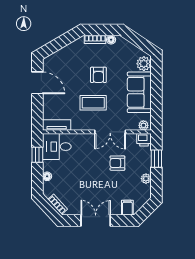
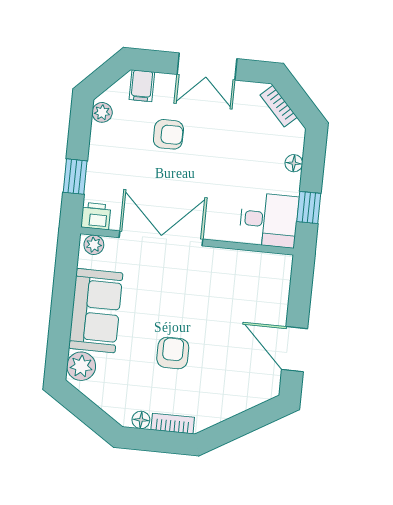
coffee table: (93, 103) -> (188, 299), removed
tv unit: (57, 125) -> (265, 263), removed
double door: (110, 132) -> (161, 238), width x1.37
armchair: (117, 163) -> (168, 134), moved
plant: (146, 179) -> (102, 112), moved

